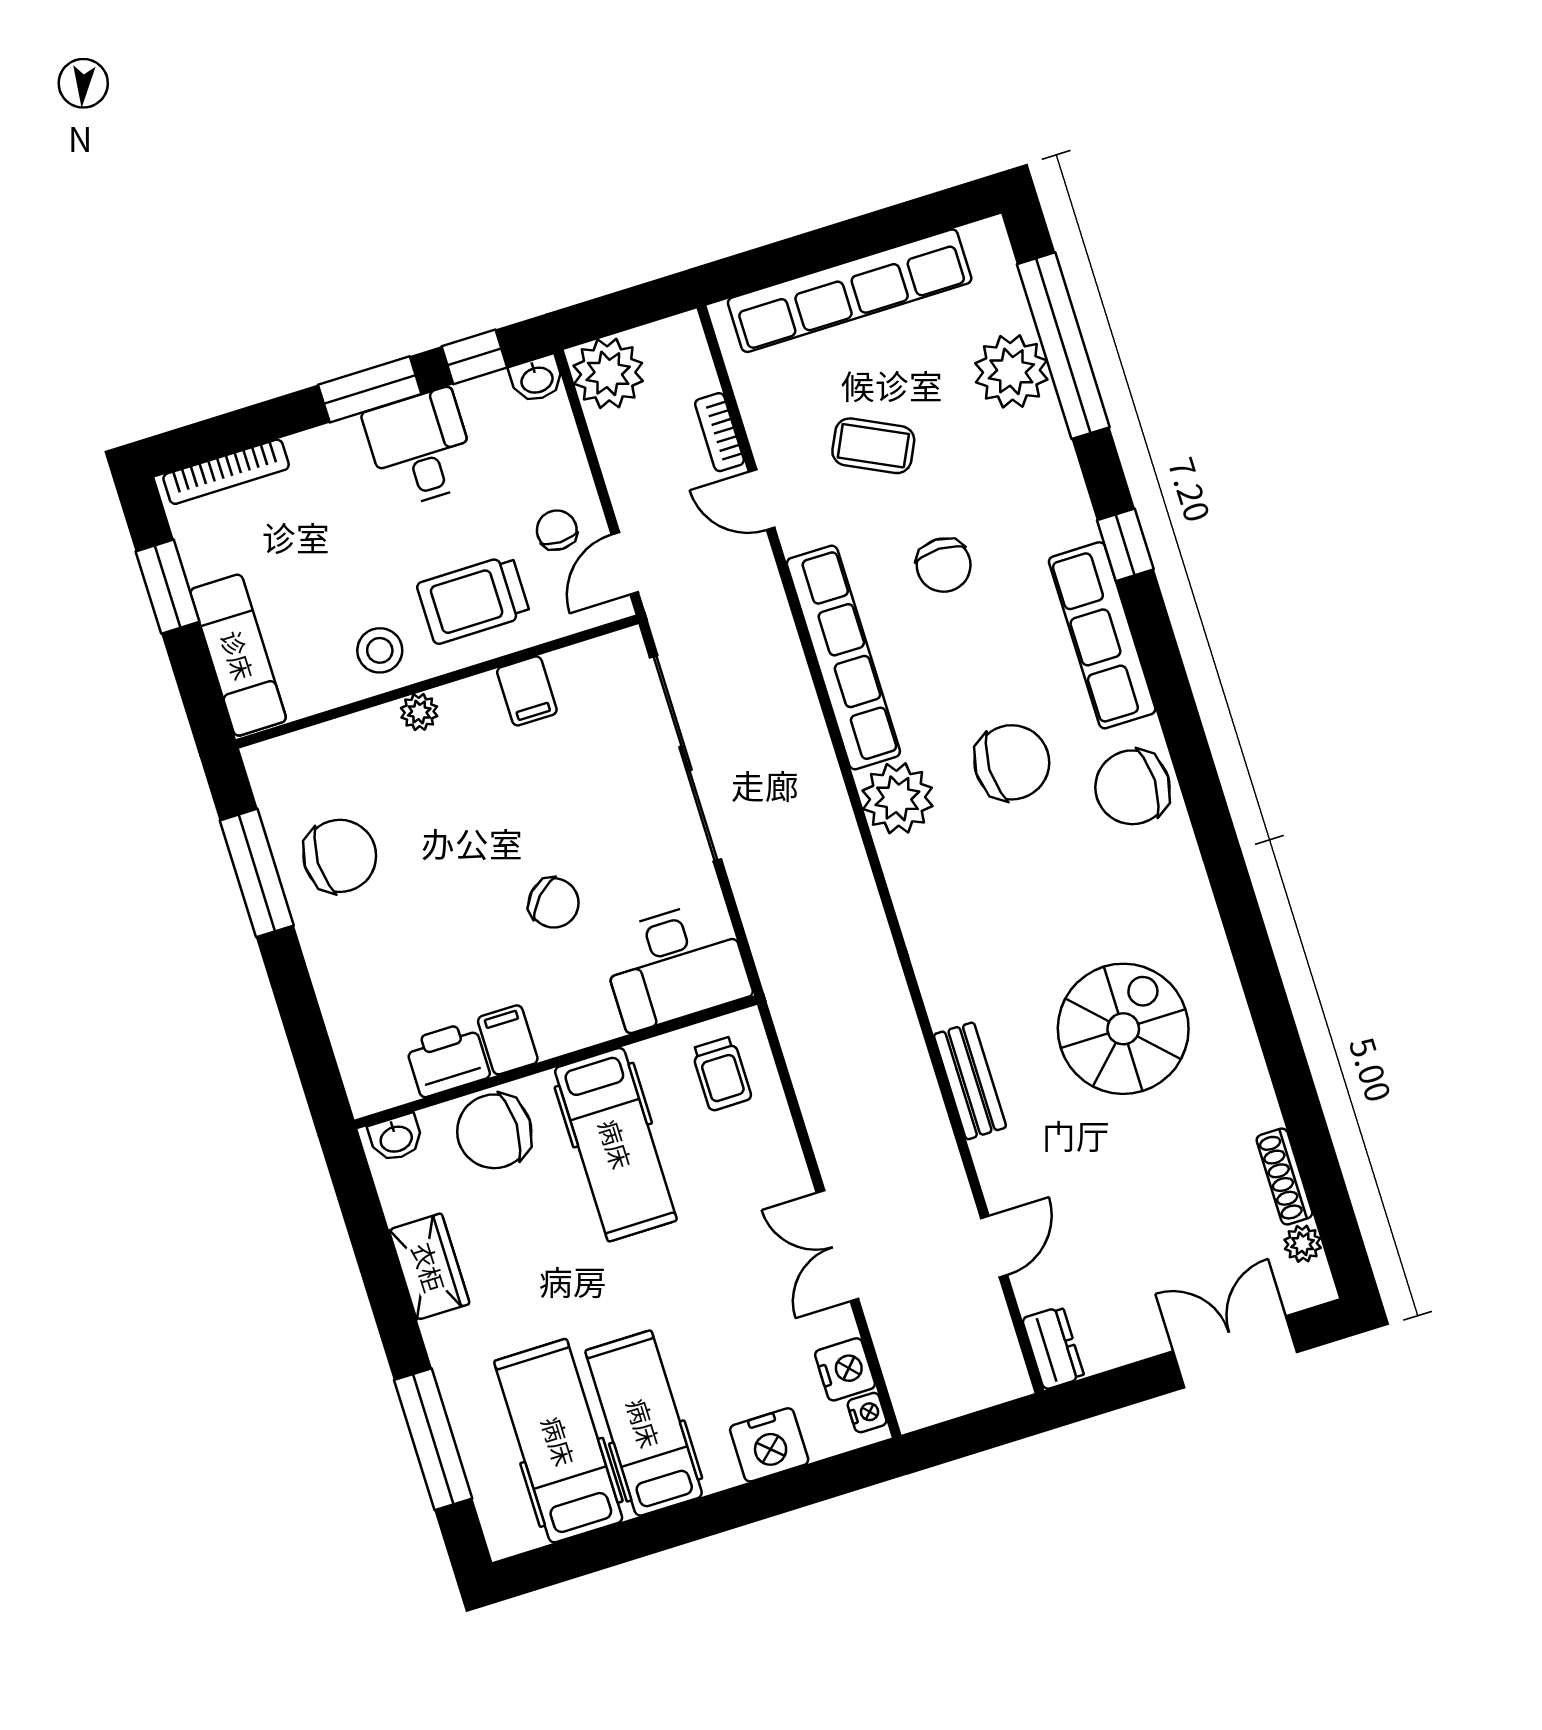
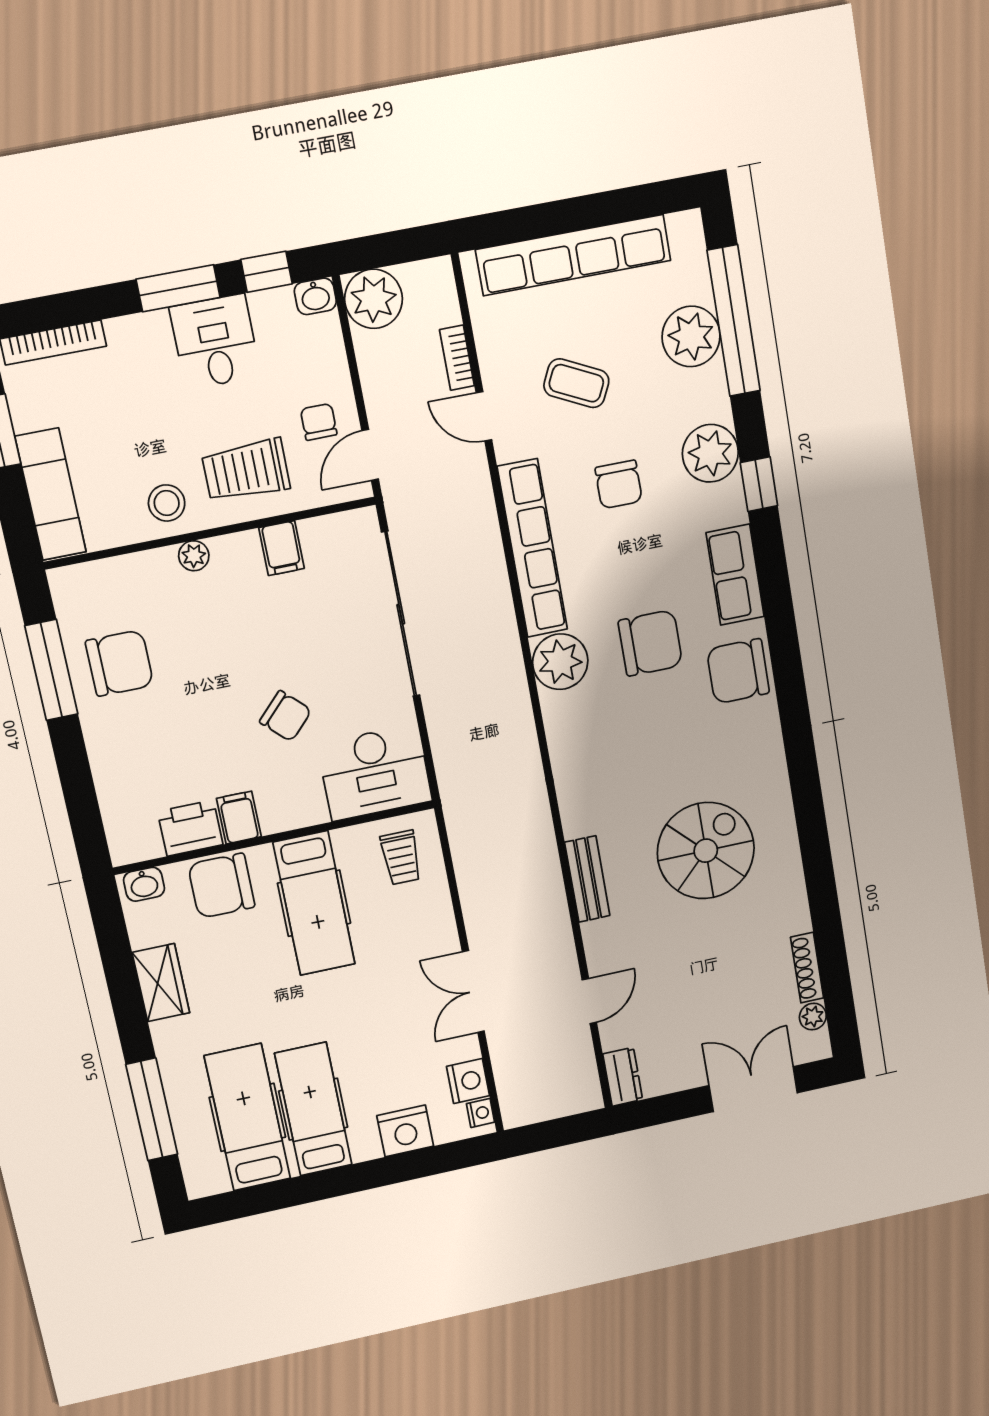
plant: (1056, 513) -> (710, 453), added
row of seats: (1102, 635) -> (735, 575), width x0.68

